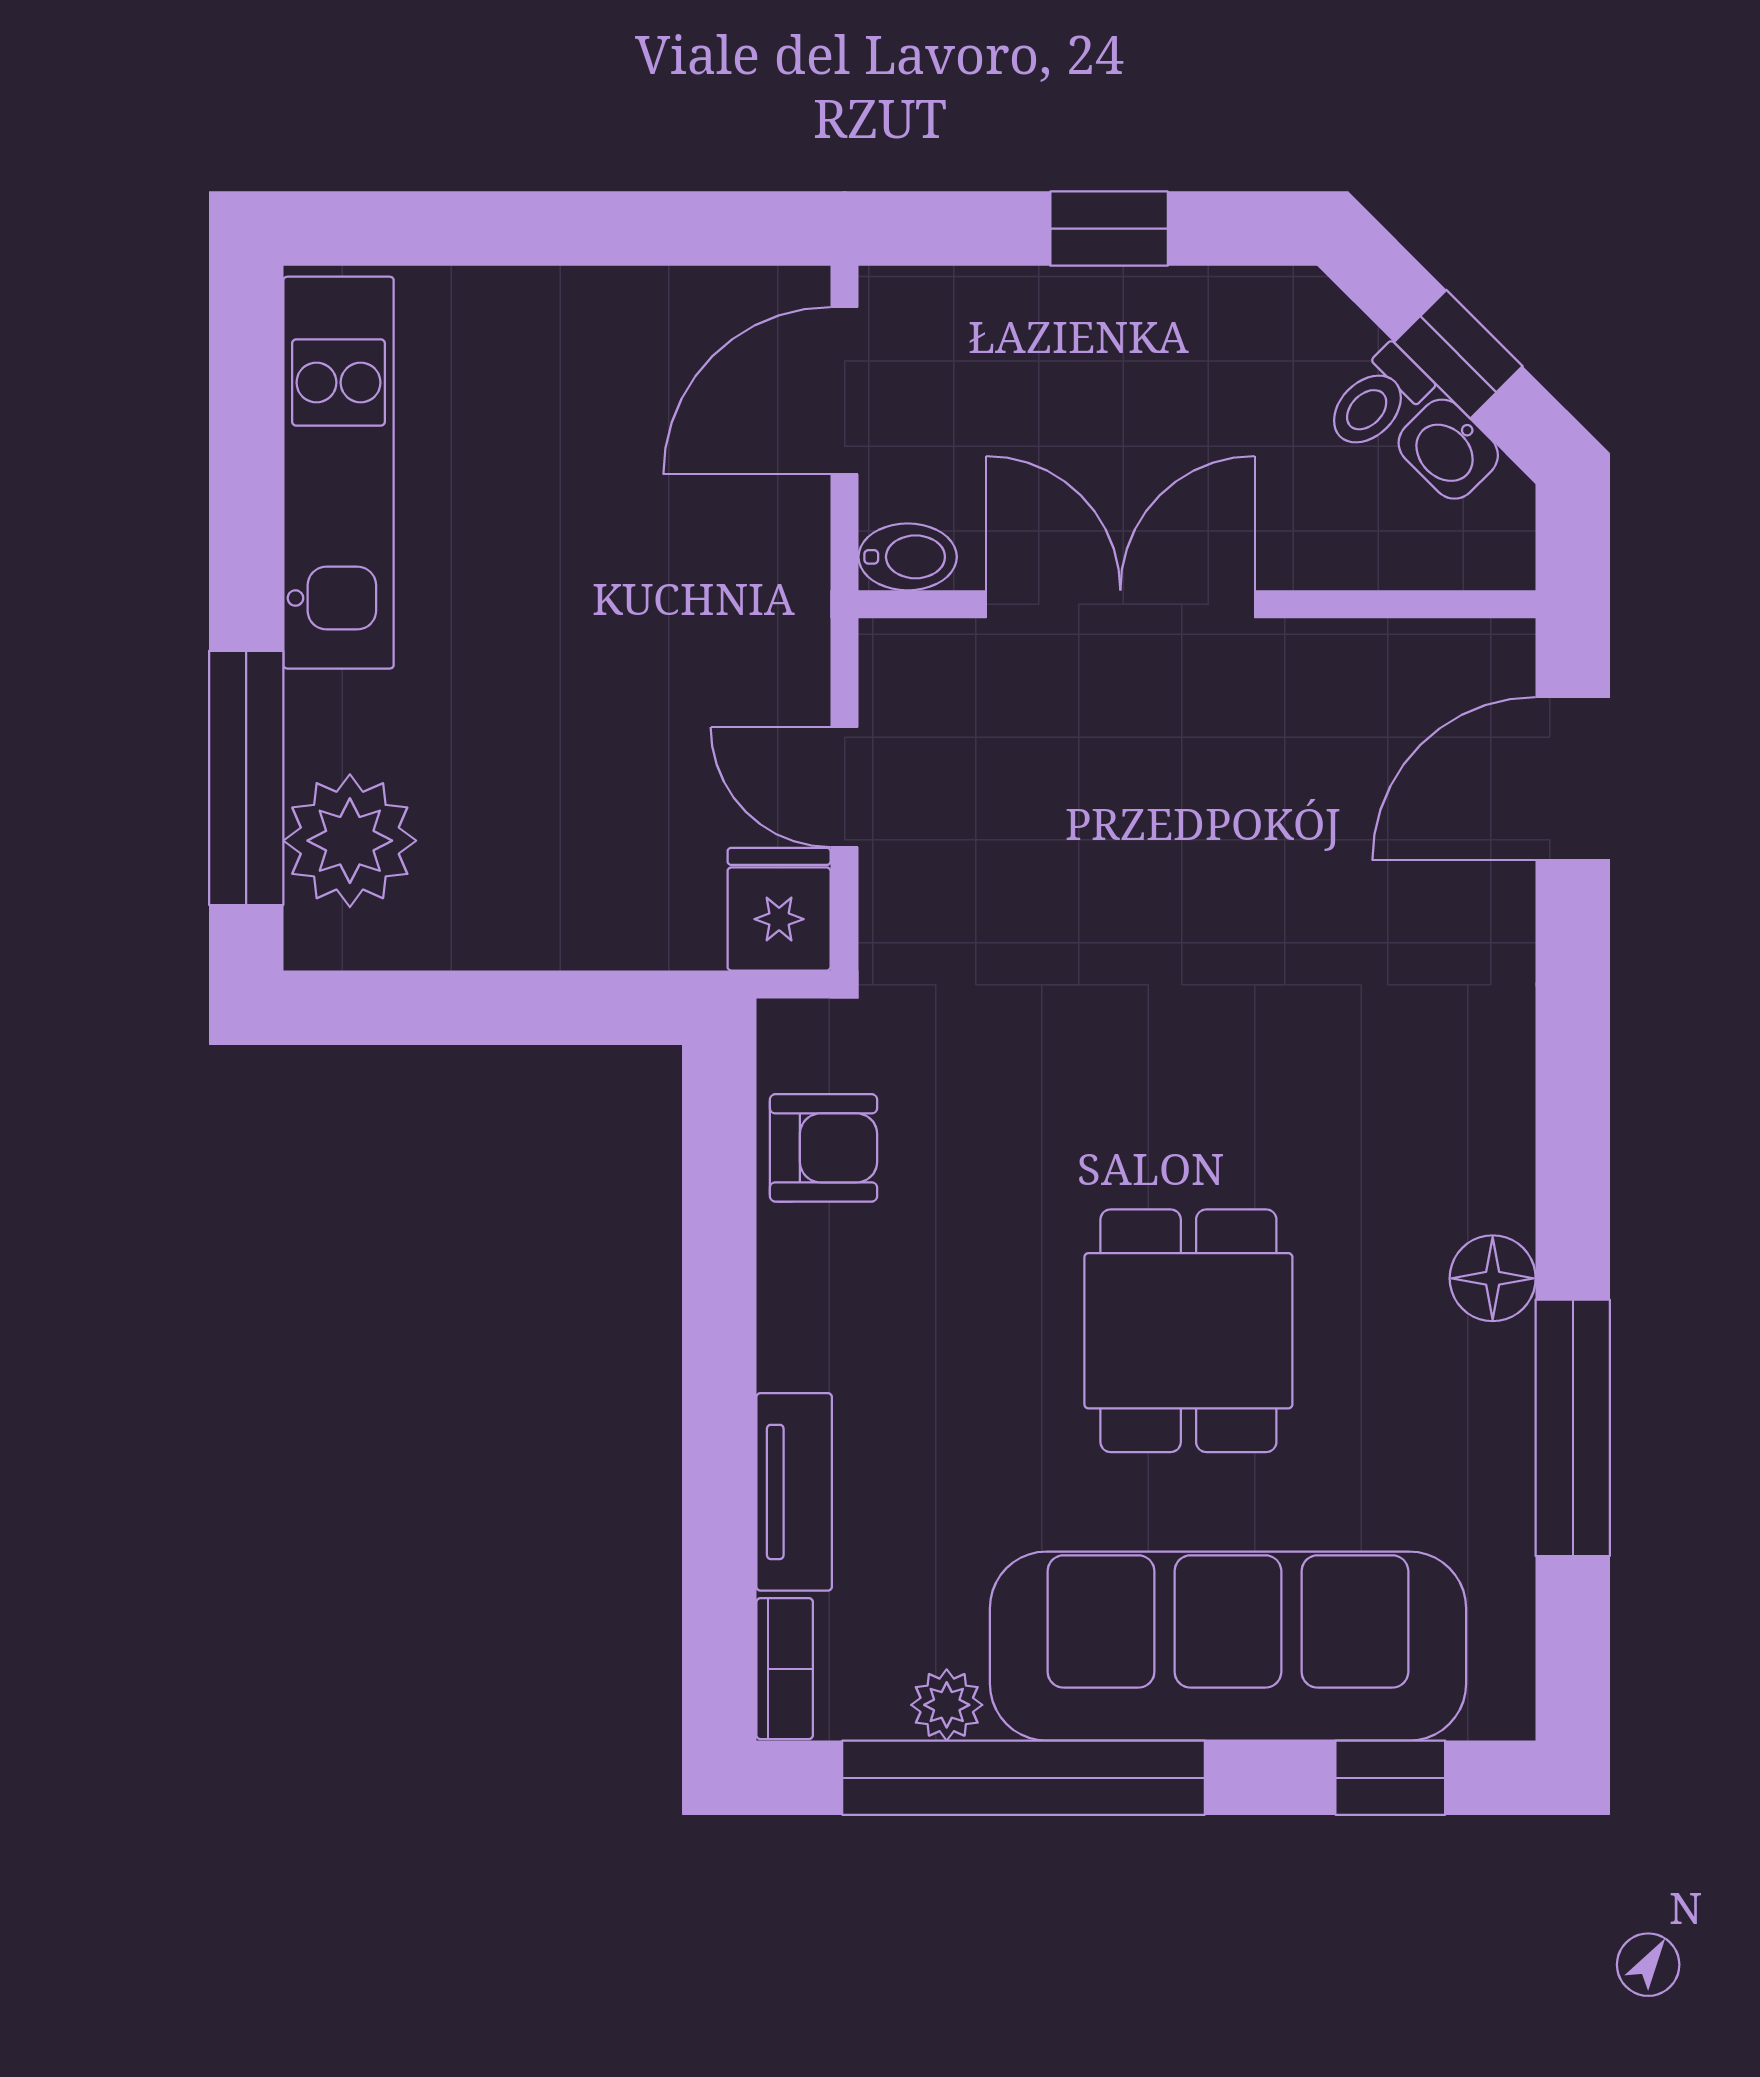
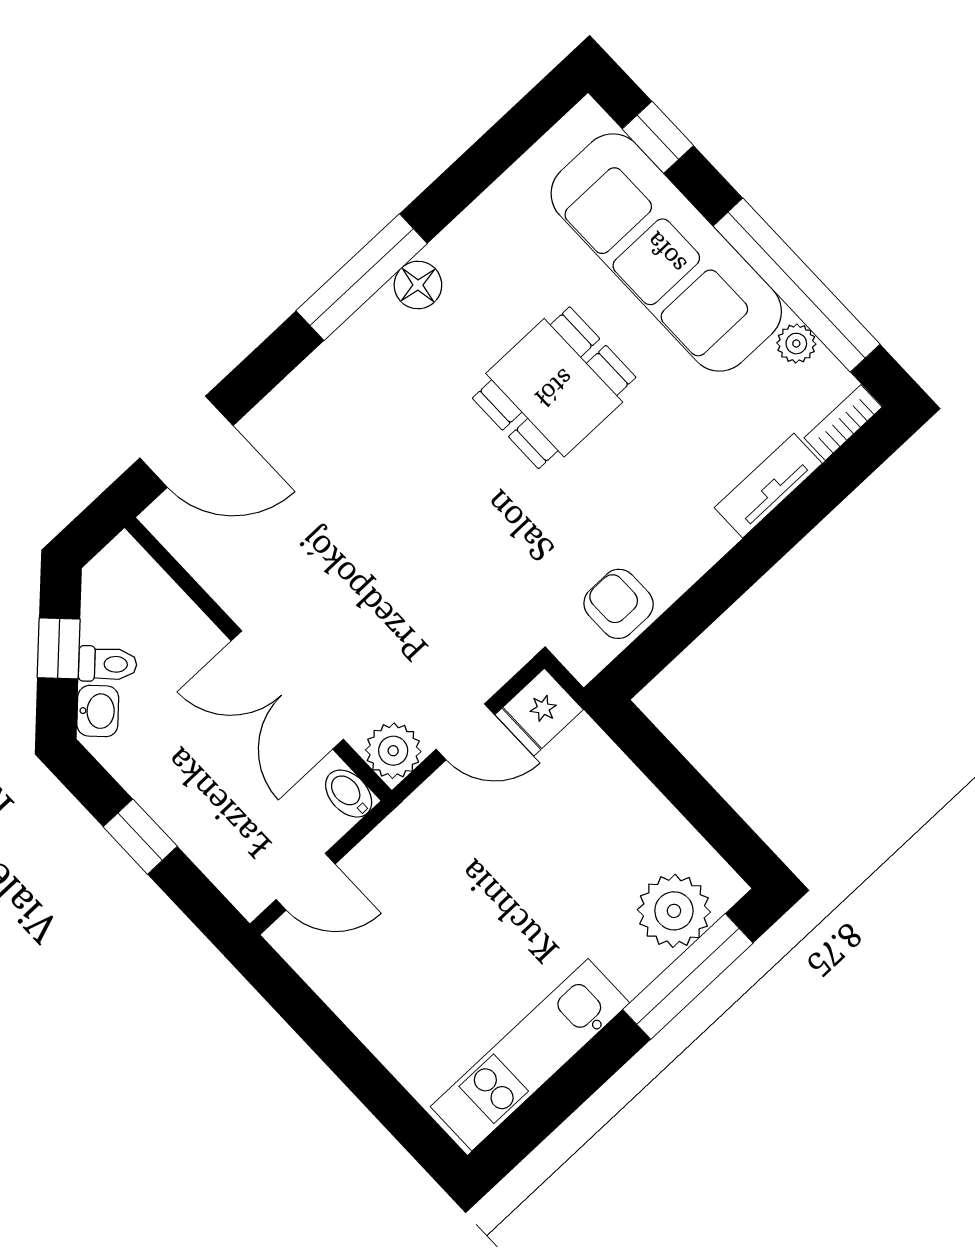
door: (845, 391) -> (306, 882), width x0.73
washbasin: (1448, 449) -> (98, 711), moved
plant: (909, 669) -> (393, 751), added
door: (845, 787) -> (465, 732), hinge flipped
window: (1573, 1428) -> (362, 277), moved

